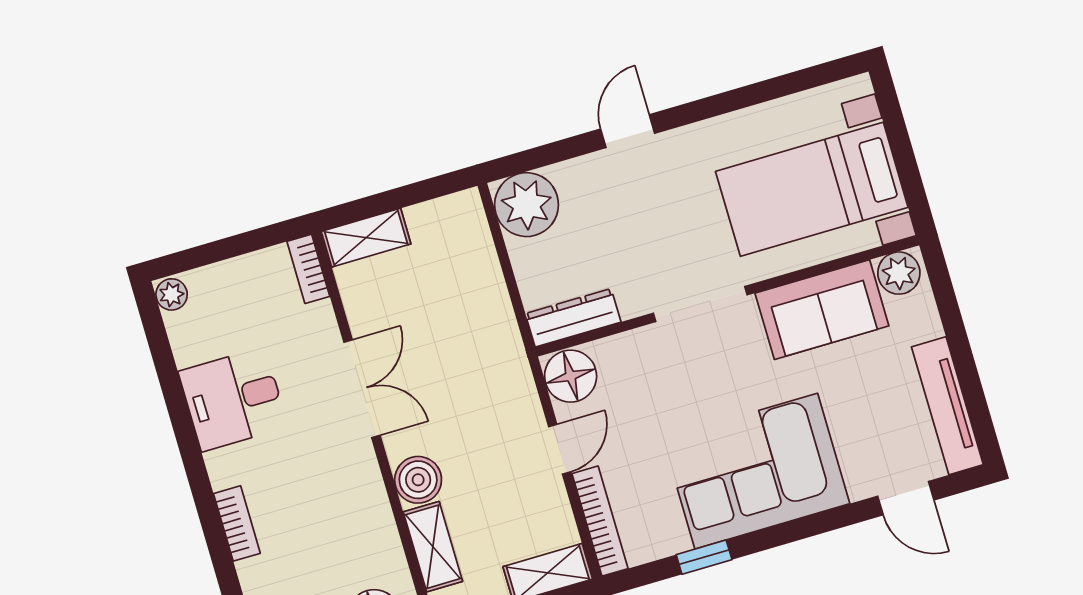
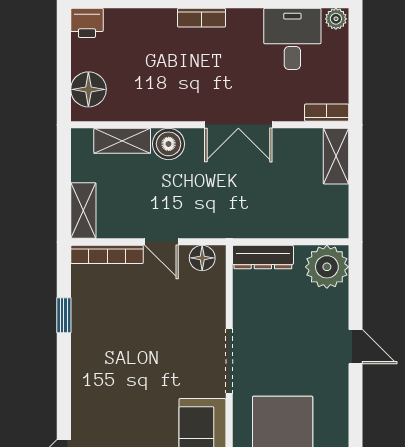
dresser: (573, 318) -> (263, 257), moved, turned 90
floor lamp: (571, 376) -> (202, 258), width x0.73, depth x0.73
desk: (233, 399) -> (292, 39), moved
corner sofa: (756, 471) -> (110, 366), removed
bookcase: (237, 523) -> (202, 18), moved

